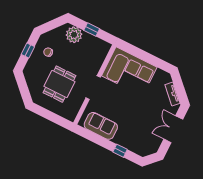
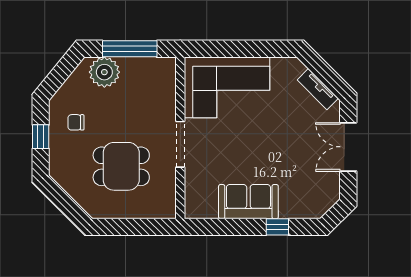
window: (92, 30) -> (130, 49), width x2.17
dining table: (59, 84) -> (121, 166), turned 90
sofa: (101, 126) -> (248, 202), moved

